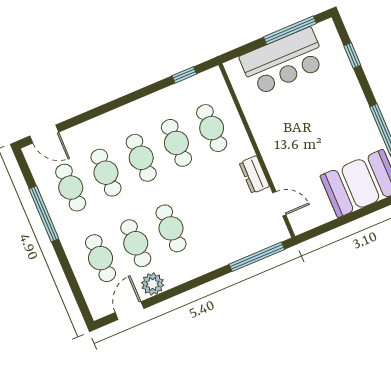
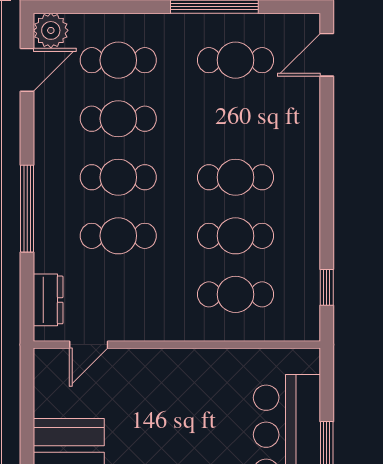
cafe table: (106, 173) -> (118, 236), moved
dresser: (254, 175) -> (48, 300), moved, turned 90
window: (257, 257) -> (27, 209), moved
plant: (153, 284) -> (51, 30), moved
door: (130, 311) -> (27, 70), hinge flipped

